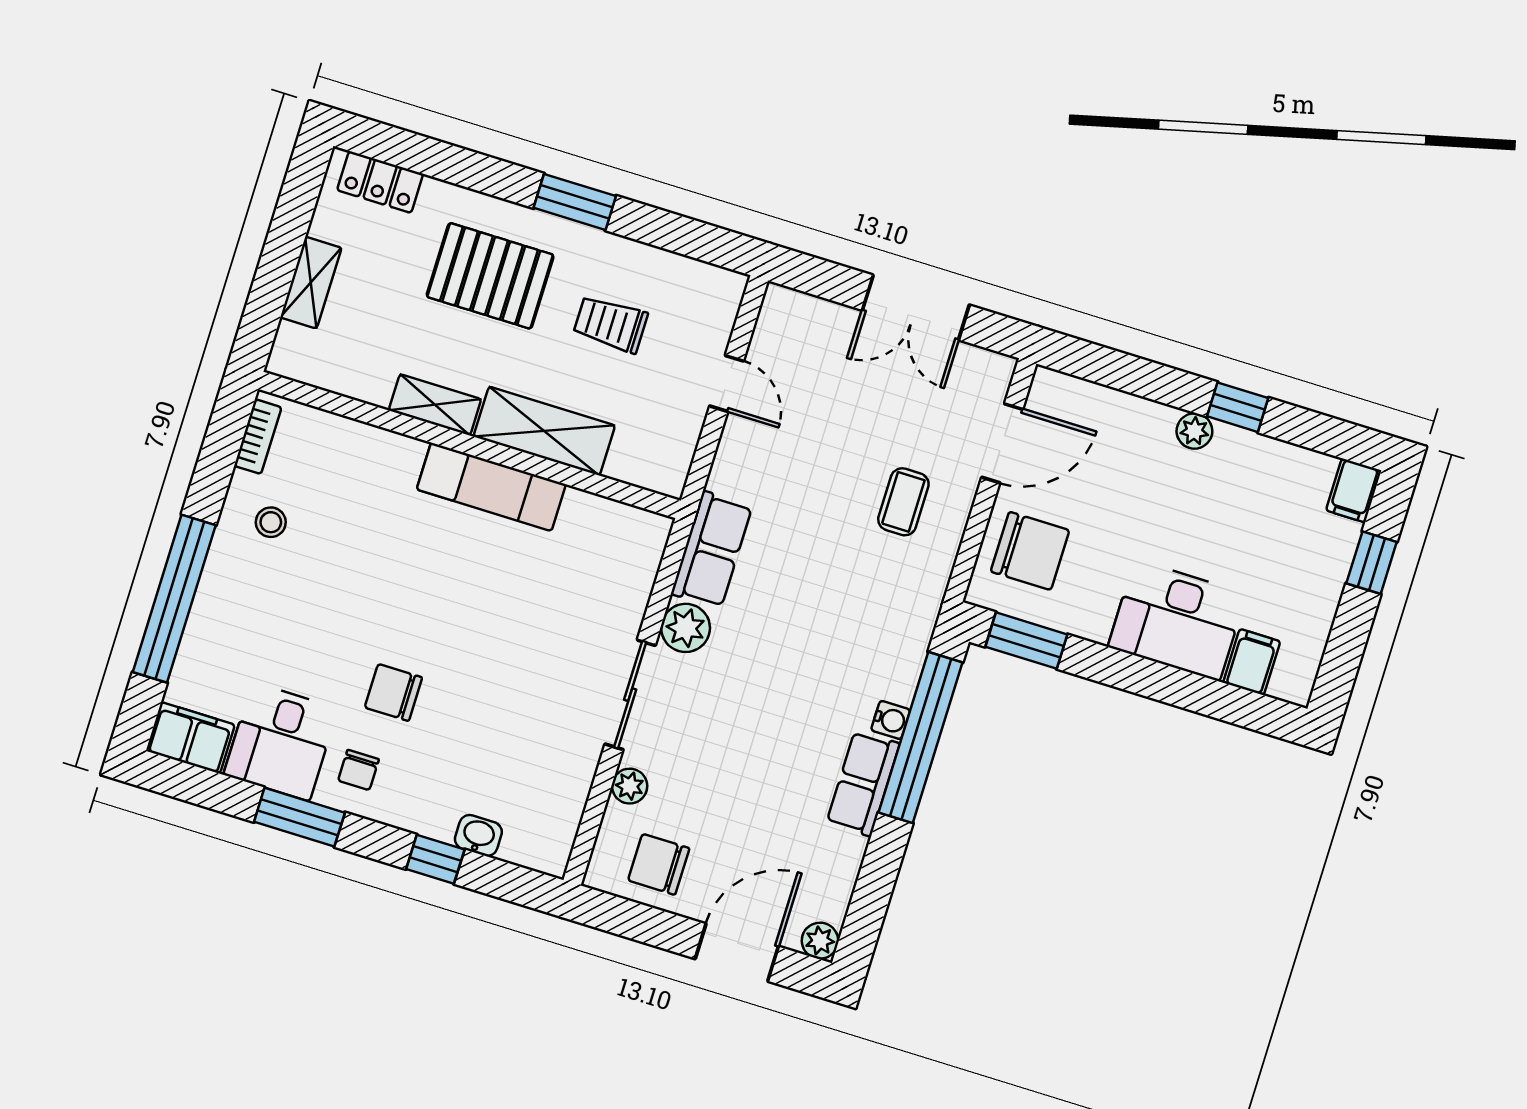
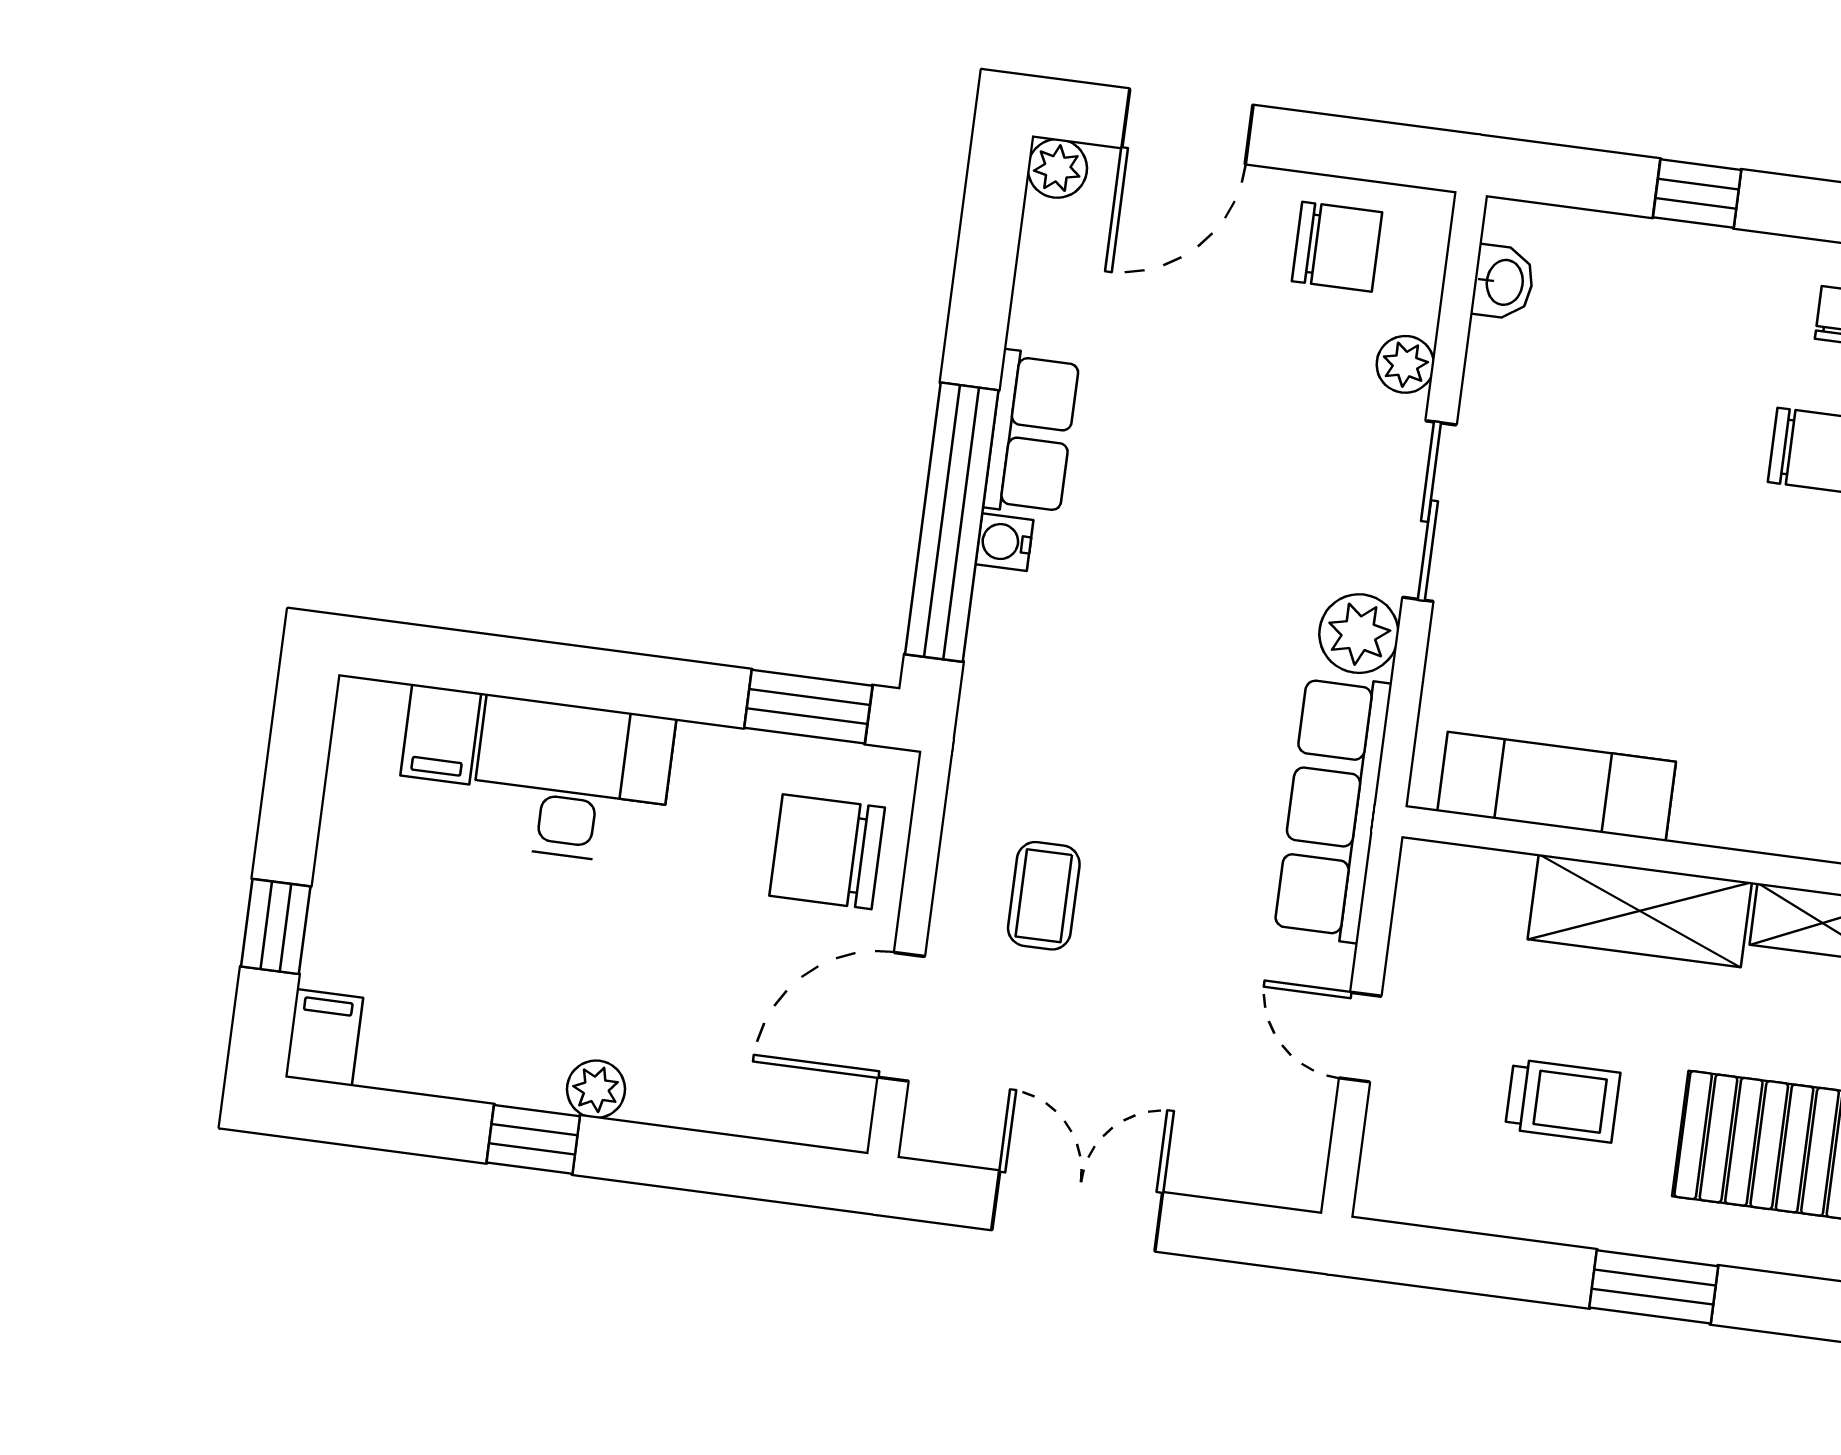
exam couch: (491, 487) -> (1557, 787), moved
row of seats: (712, 550) -> (1333, 808), width x1.48
washbasin: (478, 835) -> (1503, 282), moved, turned -90

